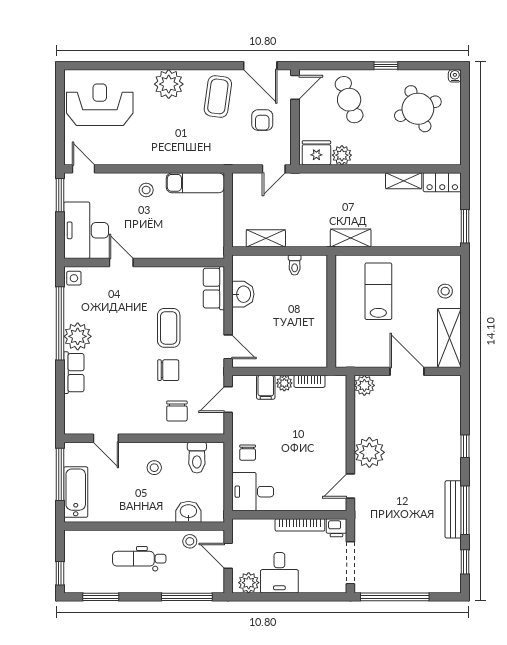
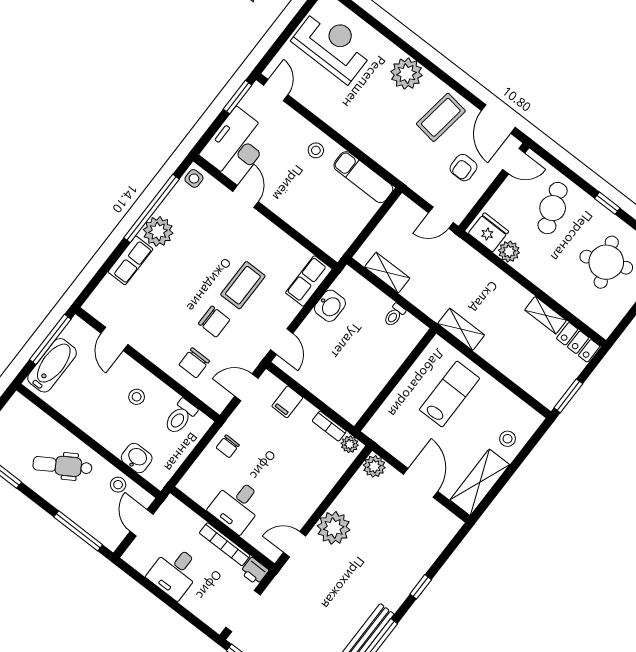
plant: (284, 383) -> (350, 444), moved
desk: (253, 492) -> (237, 505), moved, turned -90
dental chair: (139, 559) -> (63, 466), turned -32
plant: (249, 583) -> (141, 560), removed

